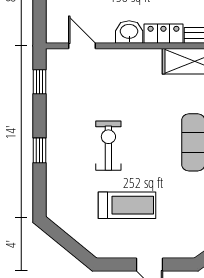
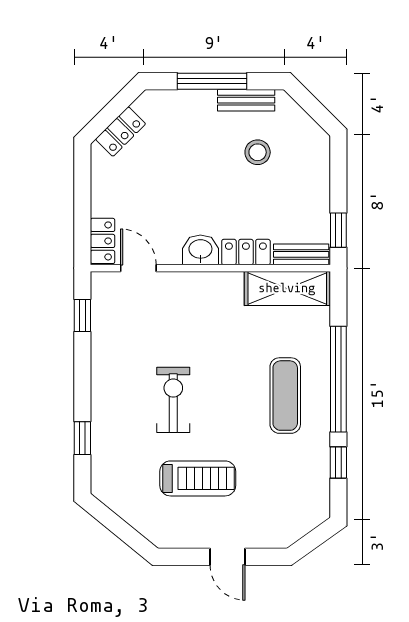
locker: (55, 25) -> (103, 241), added
window: (40, 150) -> (82, 438), moved

